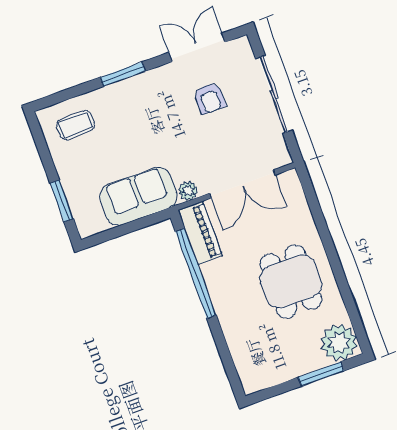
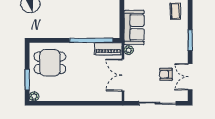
double door: (197, 47) -> (190, 77), swing flipped
dining table: (291, 282) -> (50, 63), moved
plant: (339, 343) -> (34, 96), width x0.53, depth x0.53

